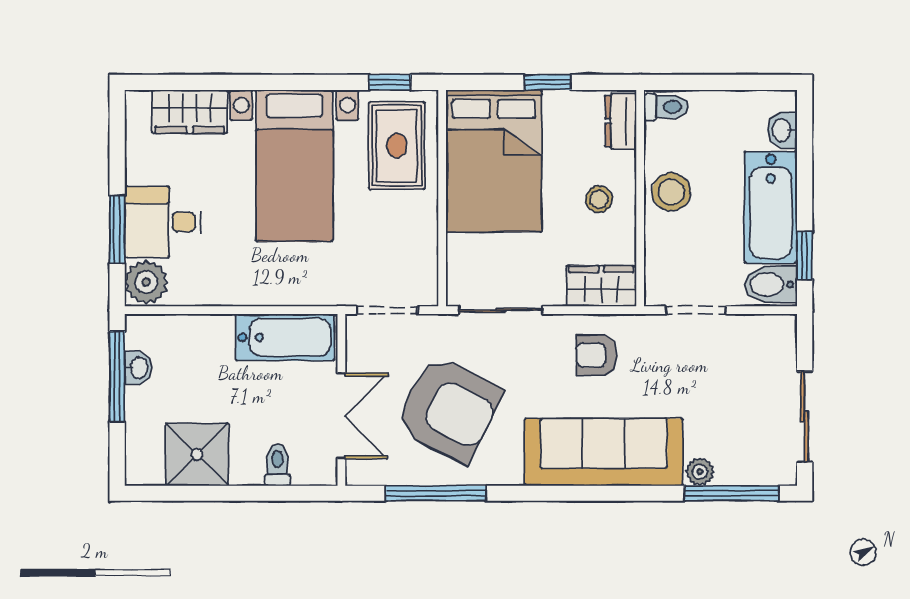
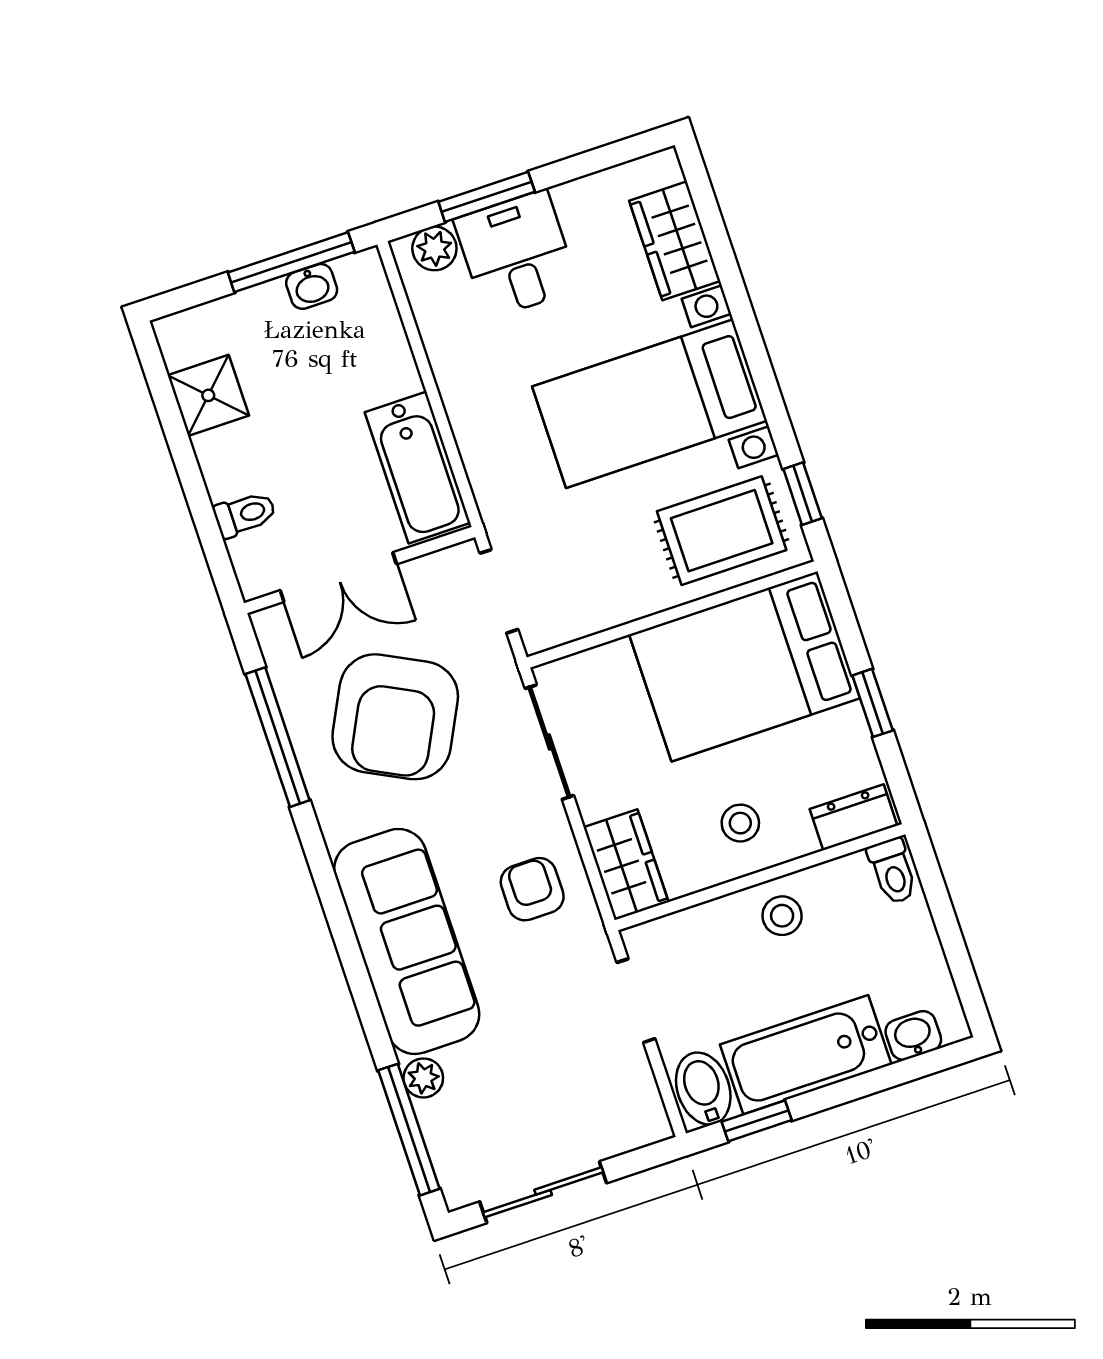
stool: (671, 192) -> (782, 916), width x0.73, depth x0.73
plant: (146, 282) -> (434, 248), width x0.73, depth x0.73
shower: (197, 454) -> (208, 395), width x0.73, depth x0.73

